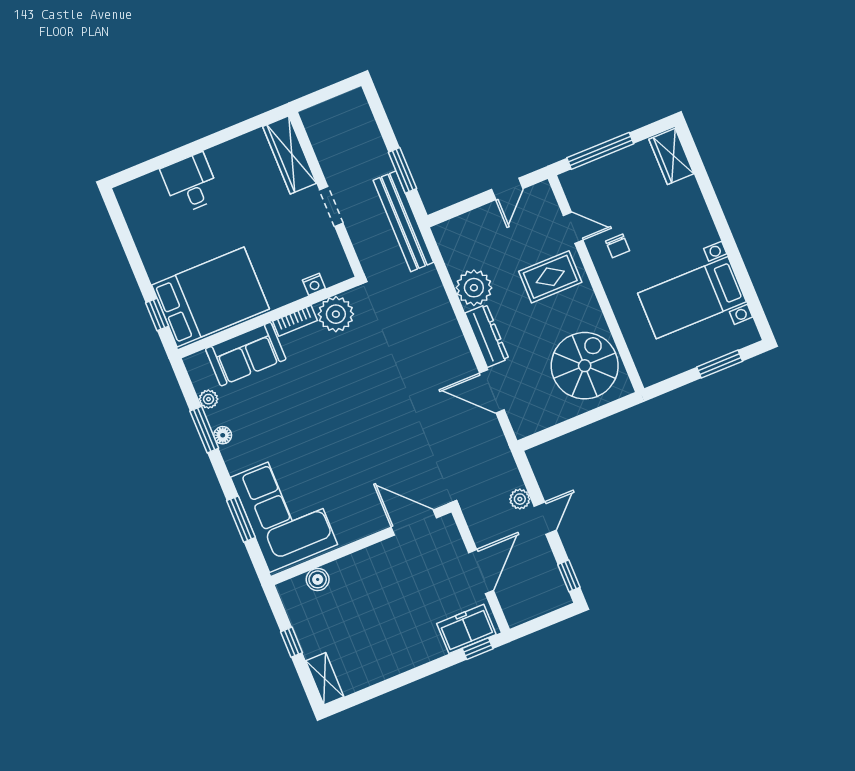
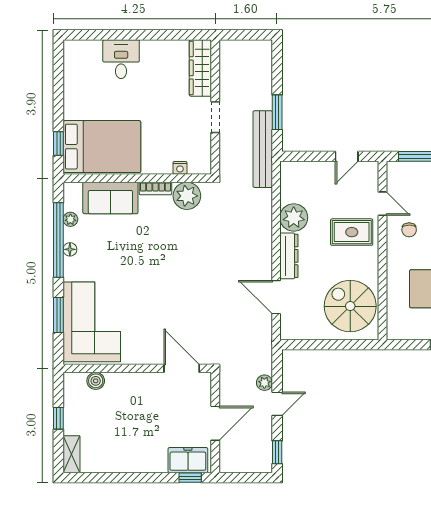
spiral stairs: (585, 366) -> (350, 306), turned -90
window: (204, 430) -> (58, 240), width x2.11

